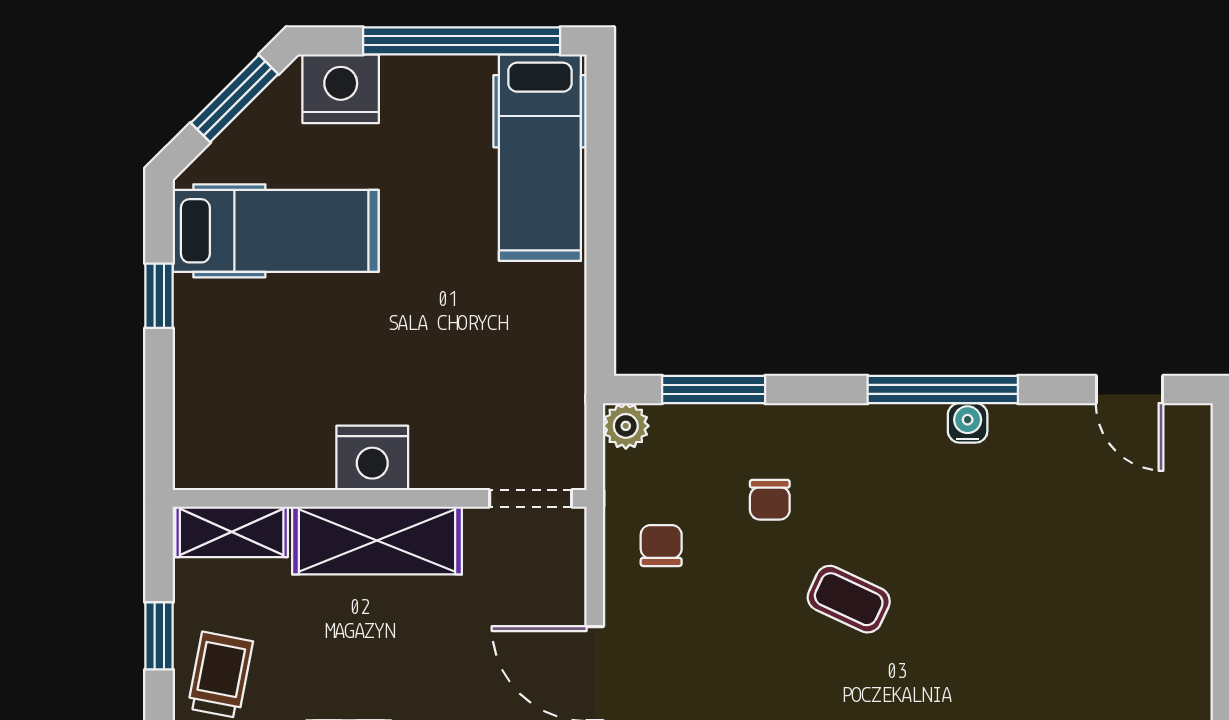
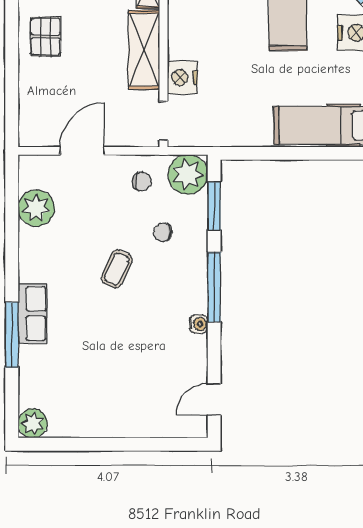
window: (943, 389) -> (214, 287), moved
plant: (626, 426) -> (188, 175), width x1.88, depth x1.88
nightstand: (372, 458) -> (182, 78), moved

